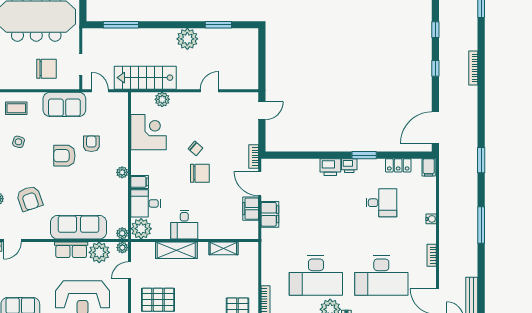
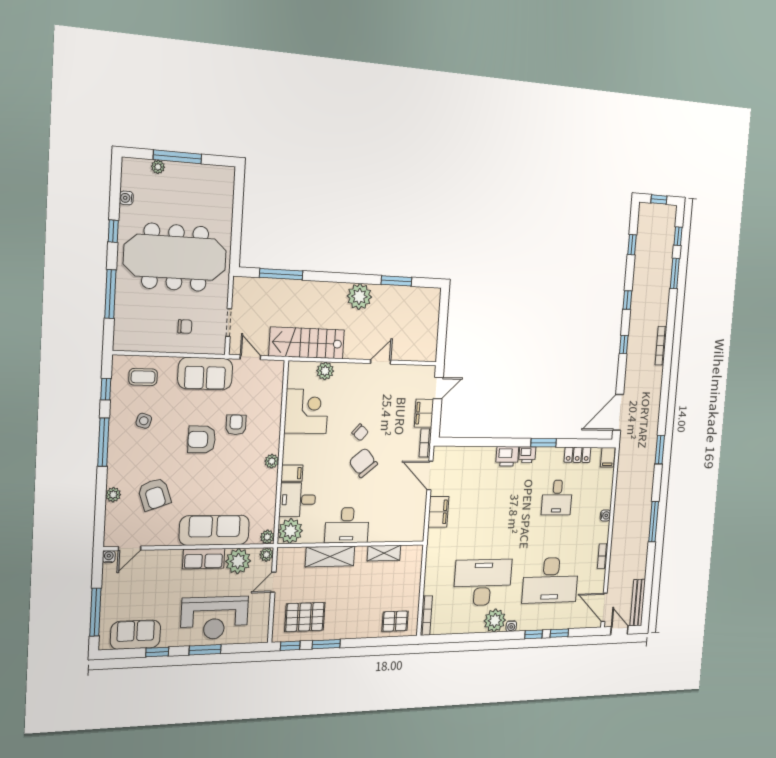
chair: (46, 69) -> (185, 327), width x0.54, depth x0.54
chair: (200, 173) -> (363, 463), turned -130
desk: (381, 203) -> (557, 497), turned 90
filing cabinet: (251, 209) -> (424, 413), moved
desk: (184, 225) -> (347, 525), width x1.37
desk: (316, 276) -> (483, 582), turned 180

